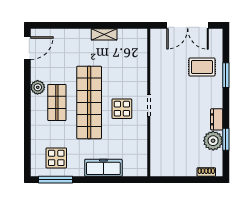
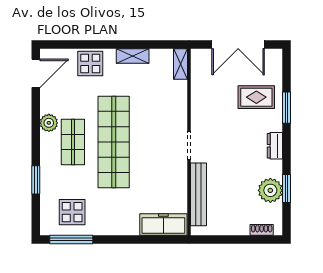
shelving: (142, 41) -> (181, 64), added
display table: (122, 109) -> (90, 63), moved
dresser: (217, 119) -> (275, 146), moved
window: (27, 132) -> (36, 180), added
bench: (156, 144) -> (199, 194), added
freezer: (103, 168) -> (163, 225), moved

